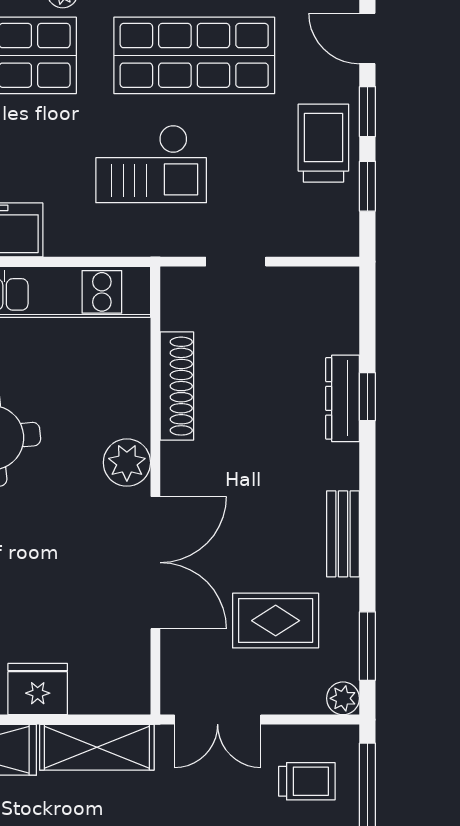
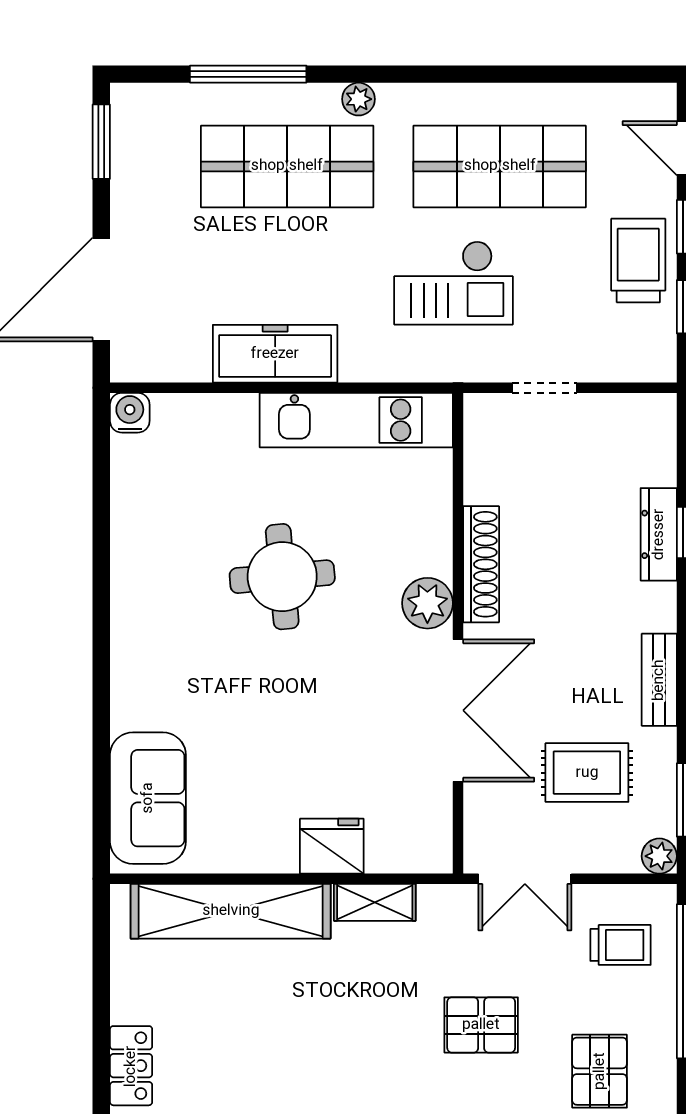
shoe rack: (177, 386) -> (481, 564), moved
shelving: (97, 747) -> (375, 902), width x0.67, depth x0.75

